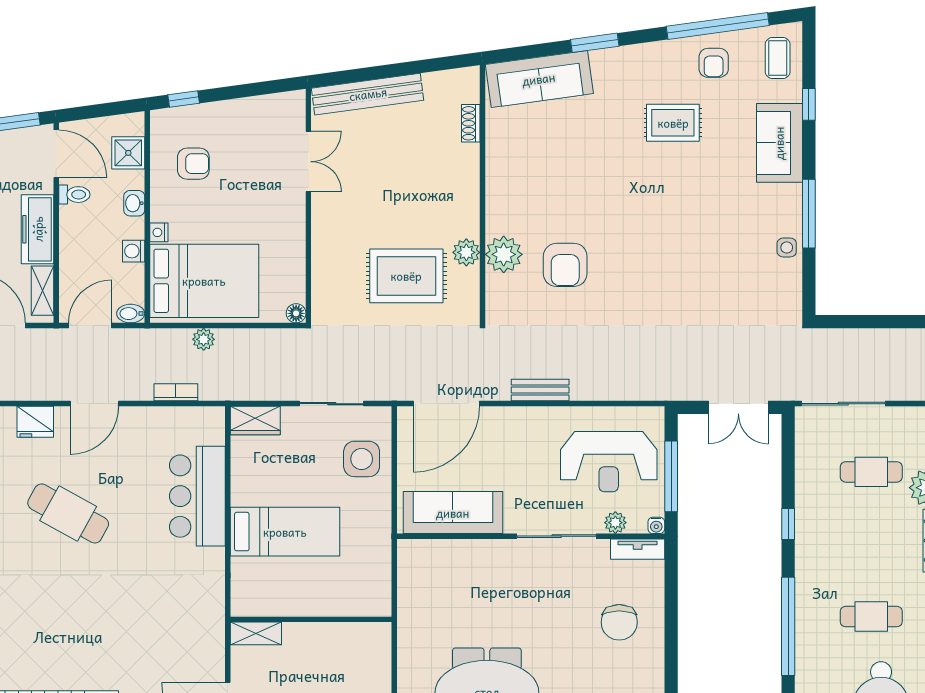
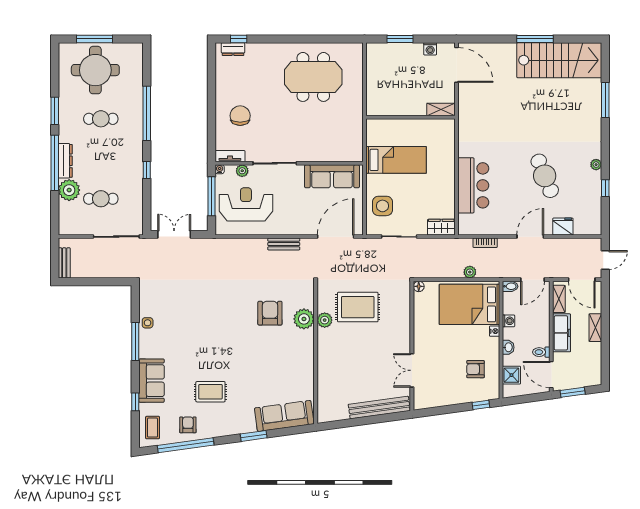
shoe rack: (471, 123) -> (322, 391), removed
cafe table: (68, 513) -> (545, 176), turned 39
bed: (285, 532) -> (396, 160), moved, turned 180

